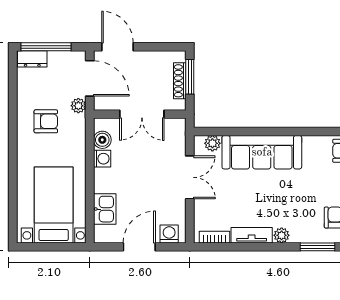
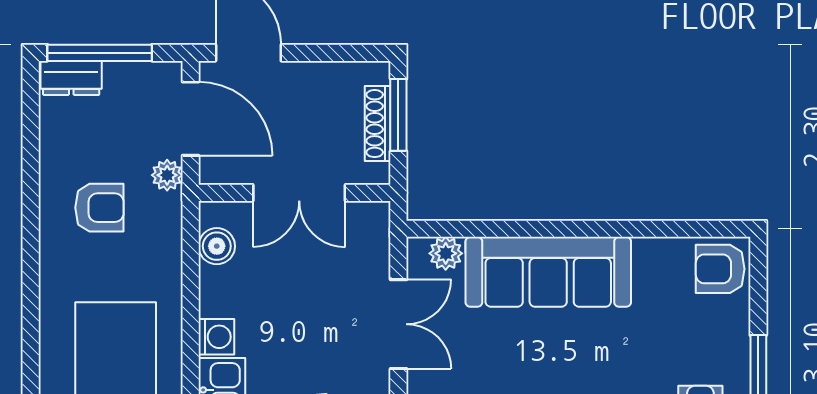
washing machine: (102, 159) -> (216, 337), moved

